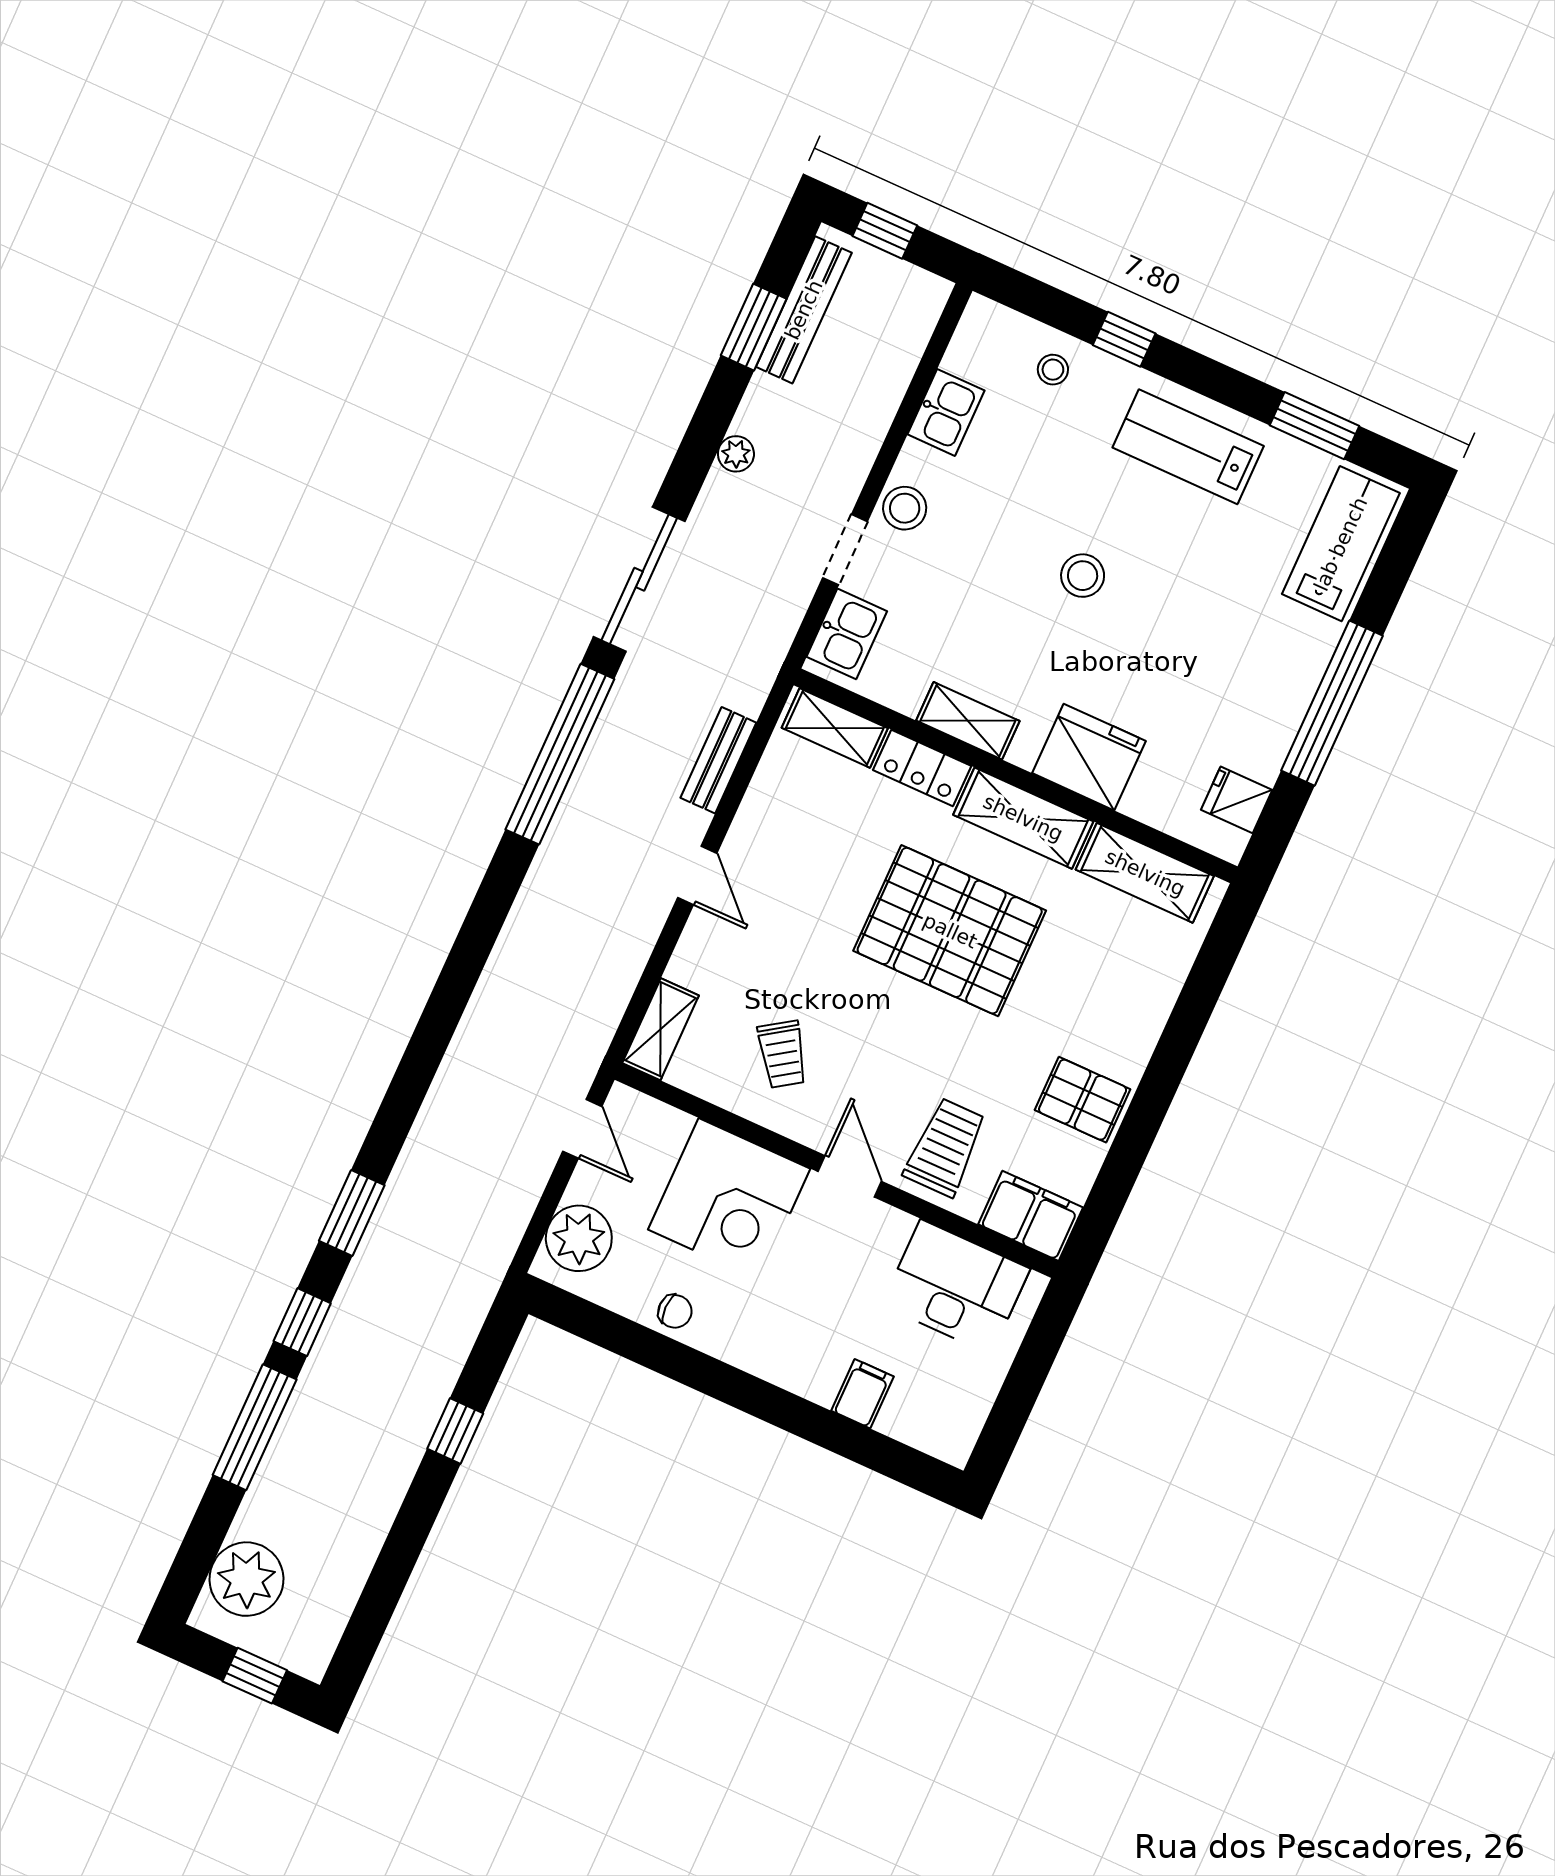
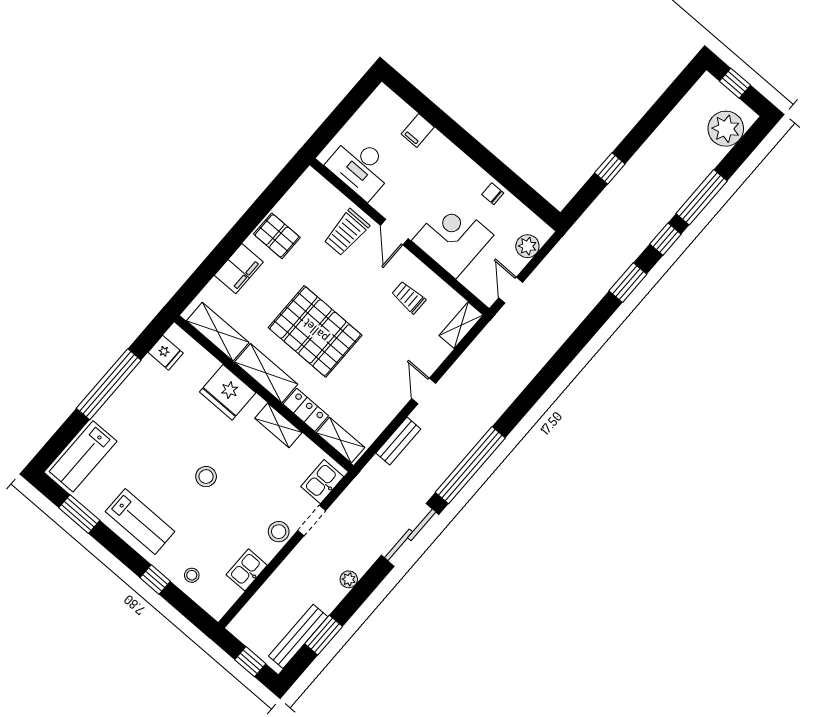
trolley: (783, 1054) -> (409, 297), turned -56
filing cabinet: (1031, 1216) -> (239, 269), moved, turned -90
plant: (579, 1238) -> (527, 246), width x0.73, depth x0.73

